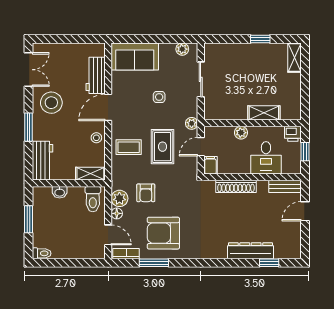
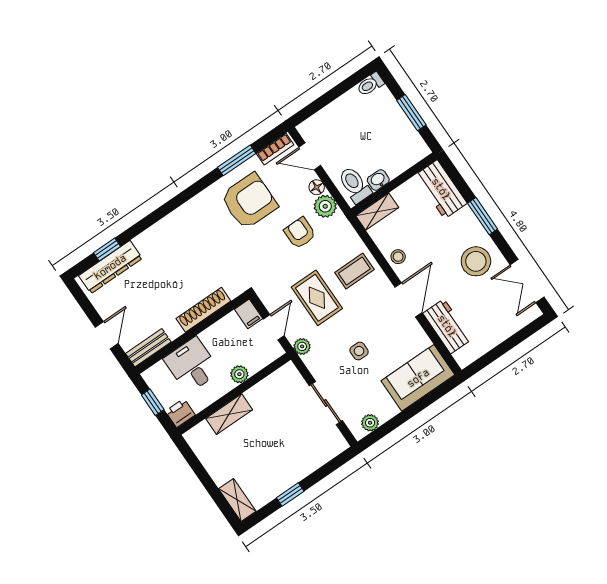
washbasin: (60, 192) -> (378, 180), moved
dresser: (250, 251) -> (110, 267), moved

